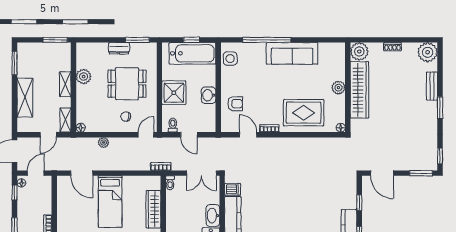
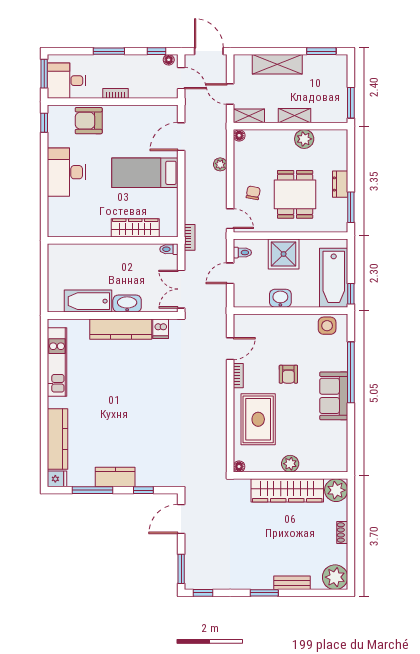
window: (192, 40) -> (351, 294), moved
sofa: (292, 53) -> (334, 396), width x0.73
armchair: (235, 104) -> (288, 374), moved

